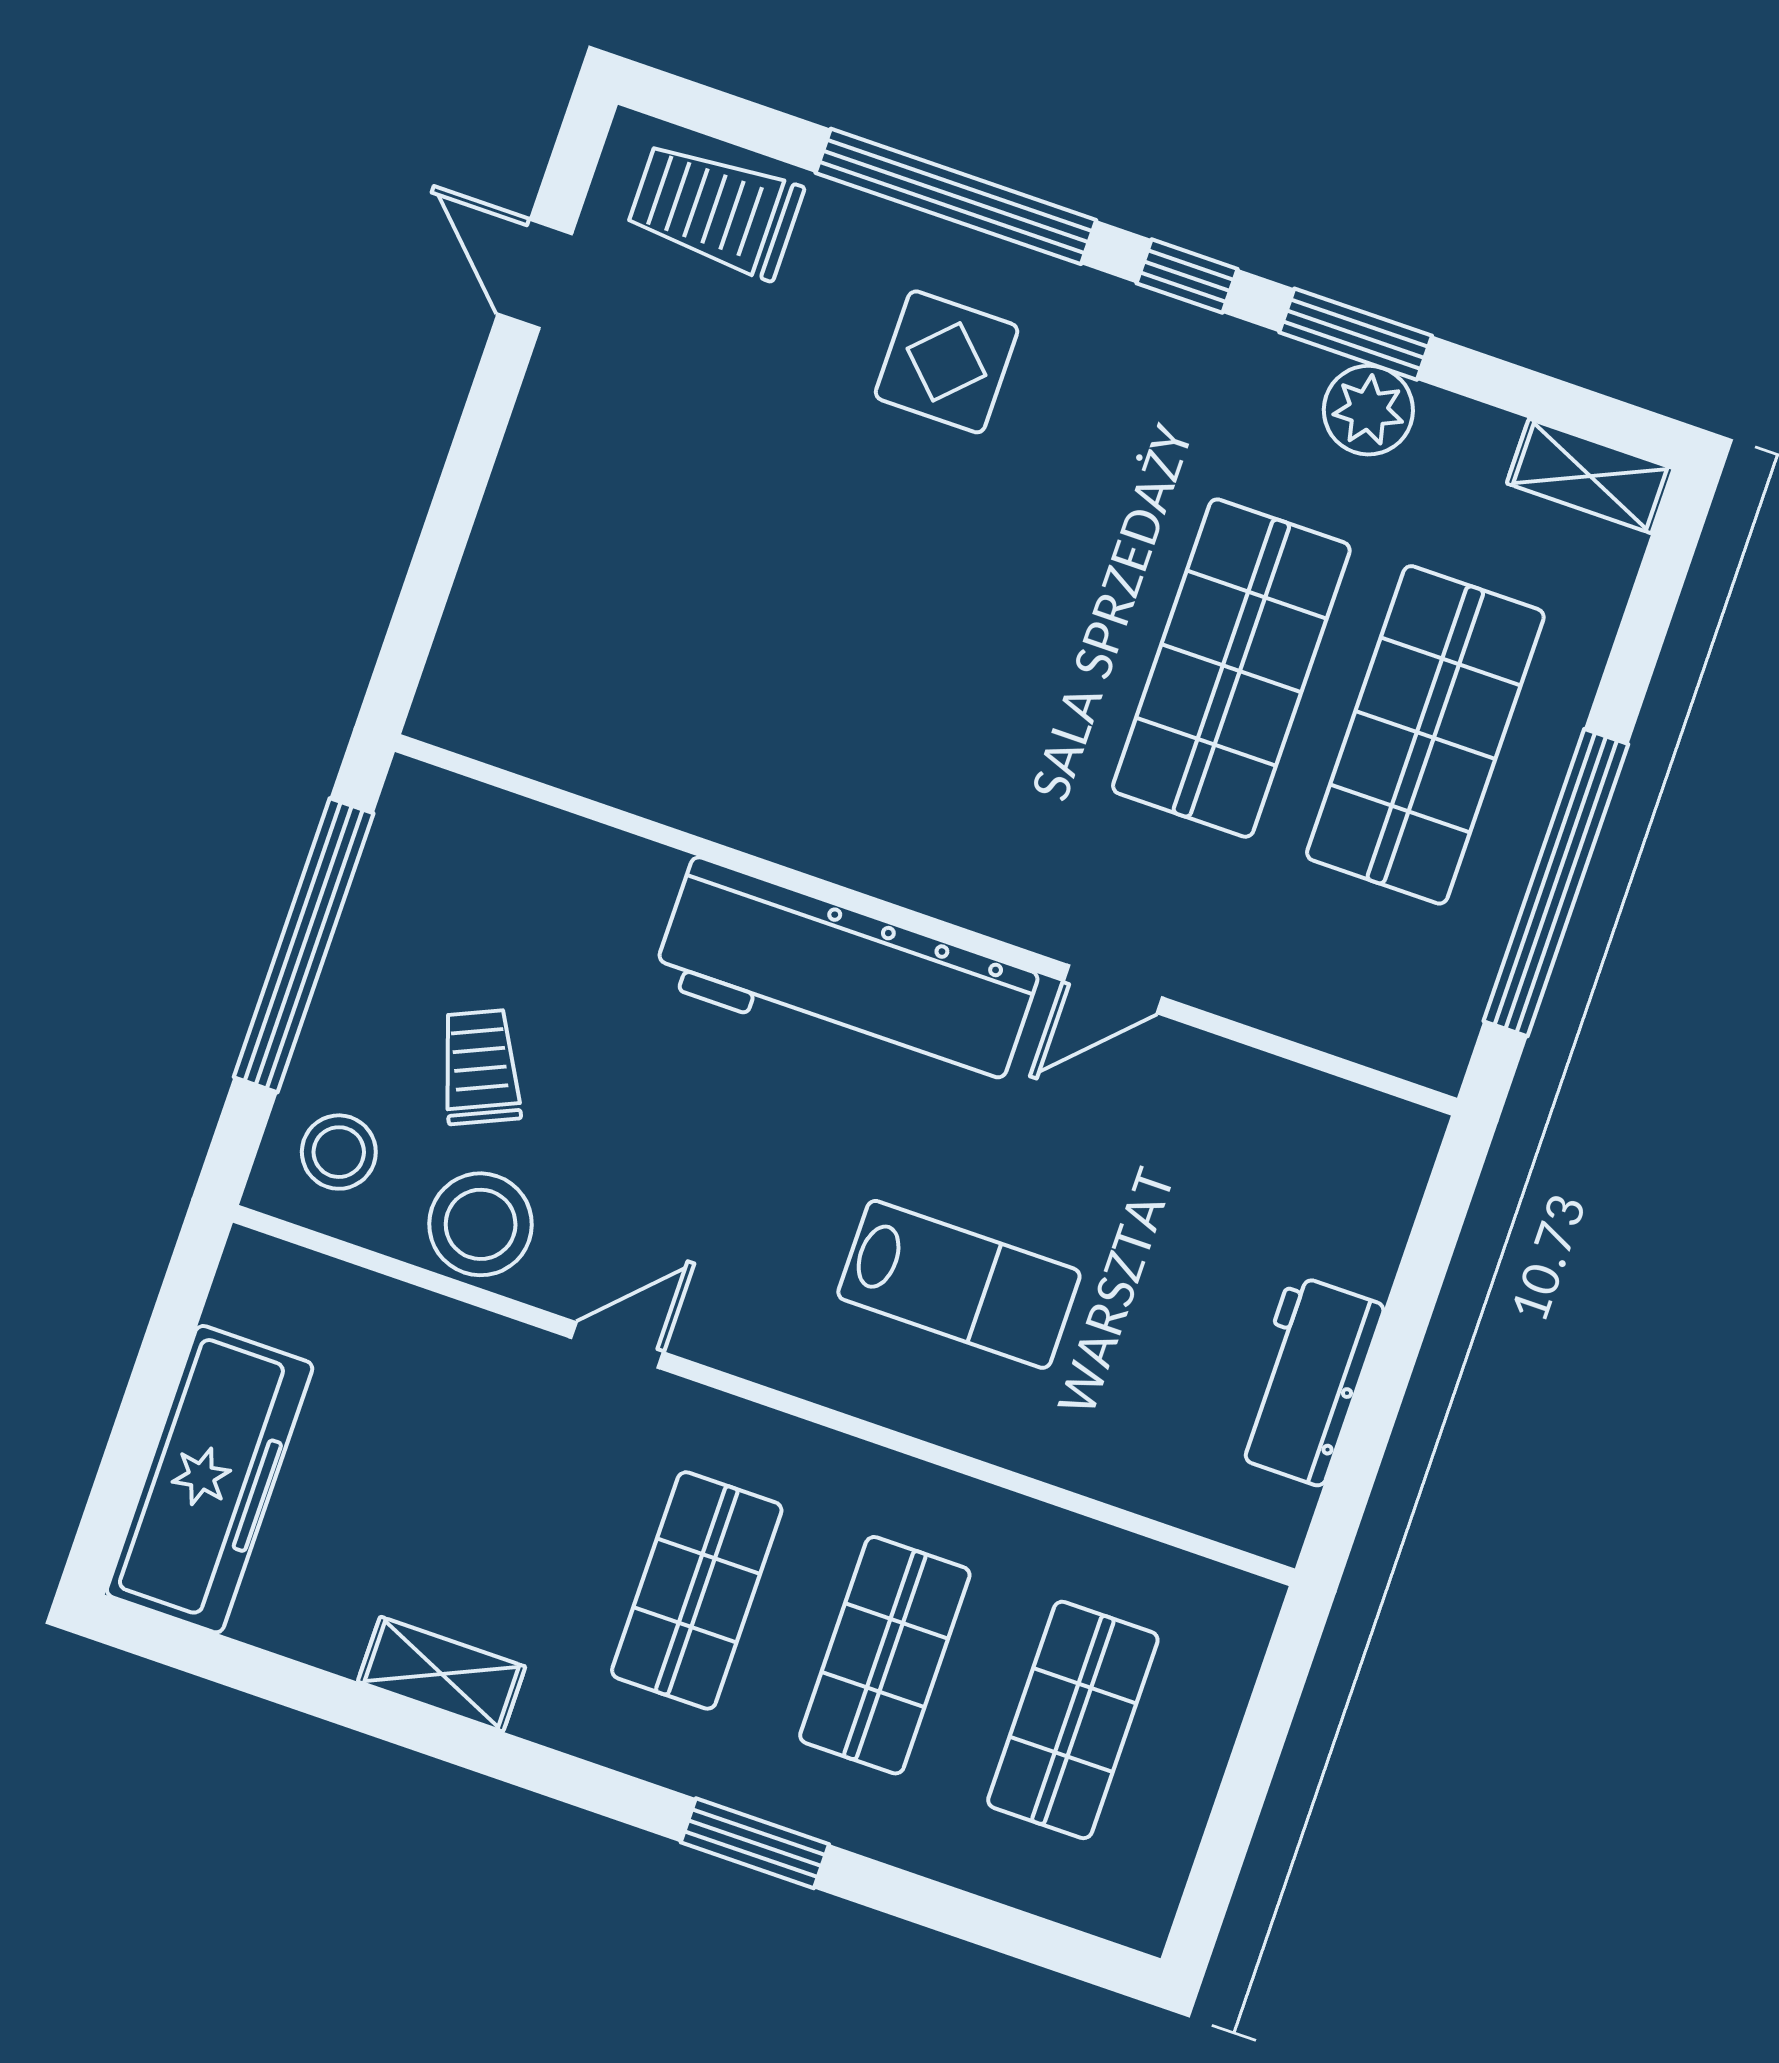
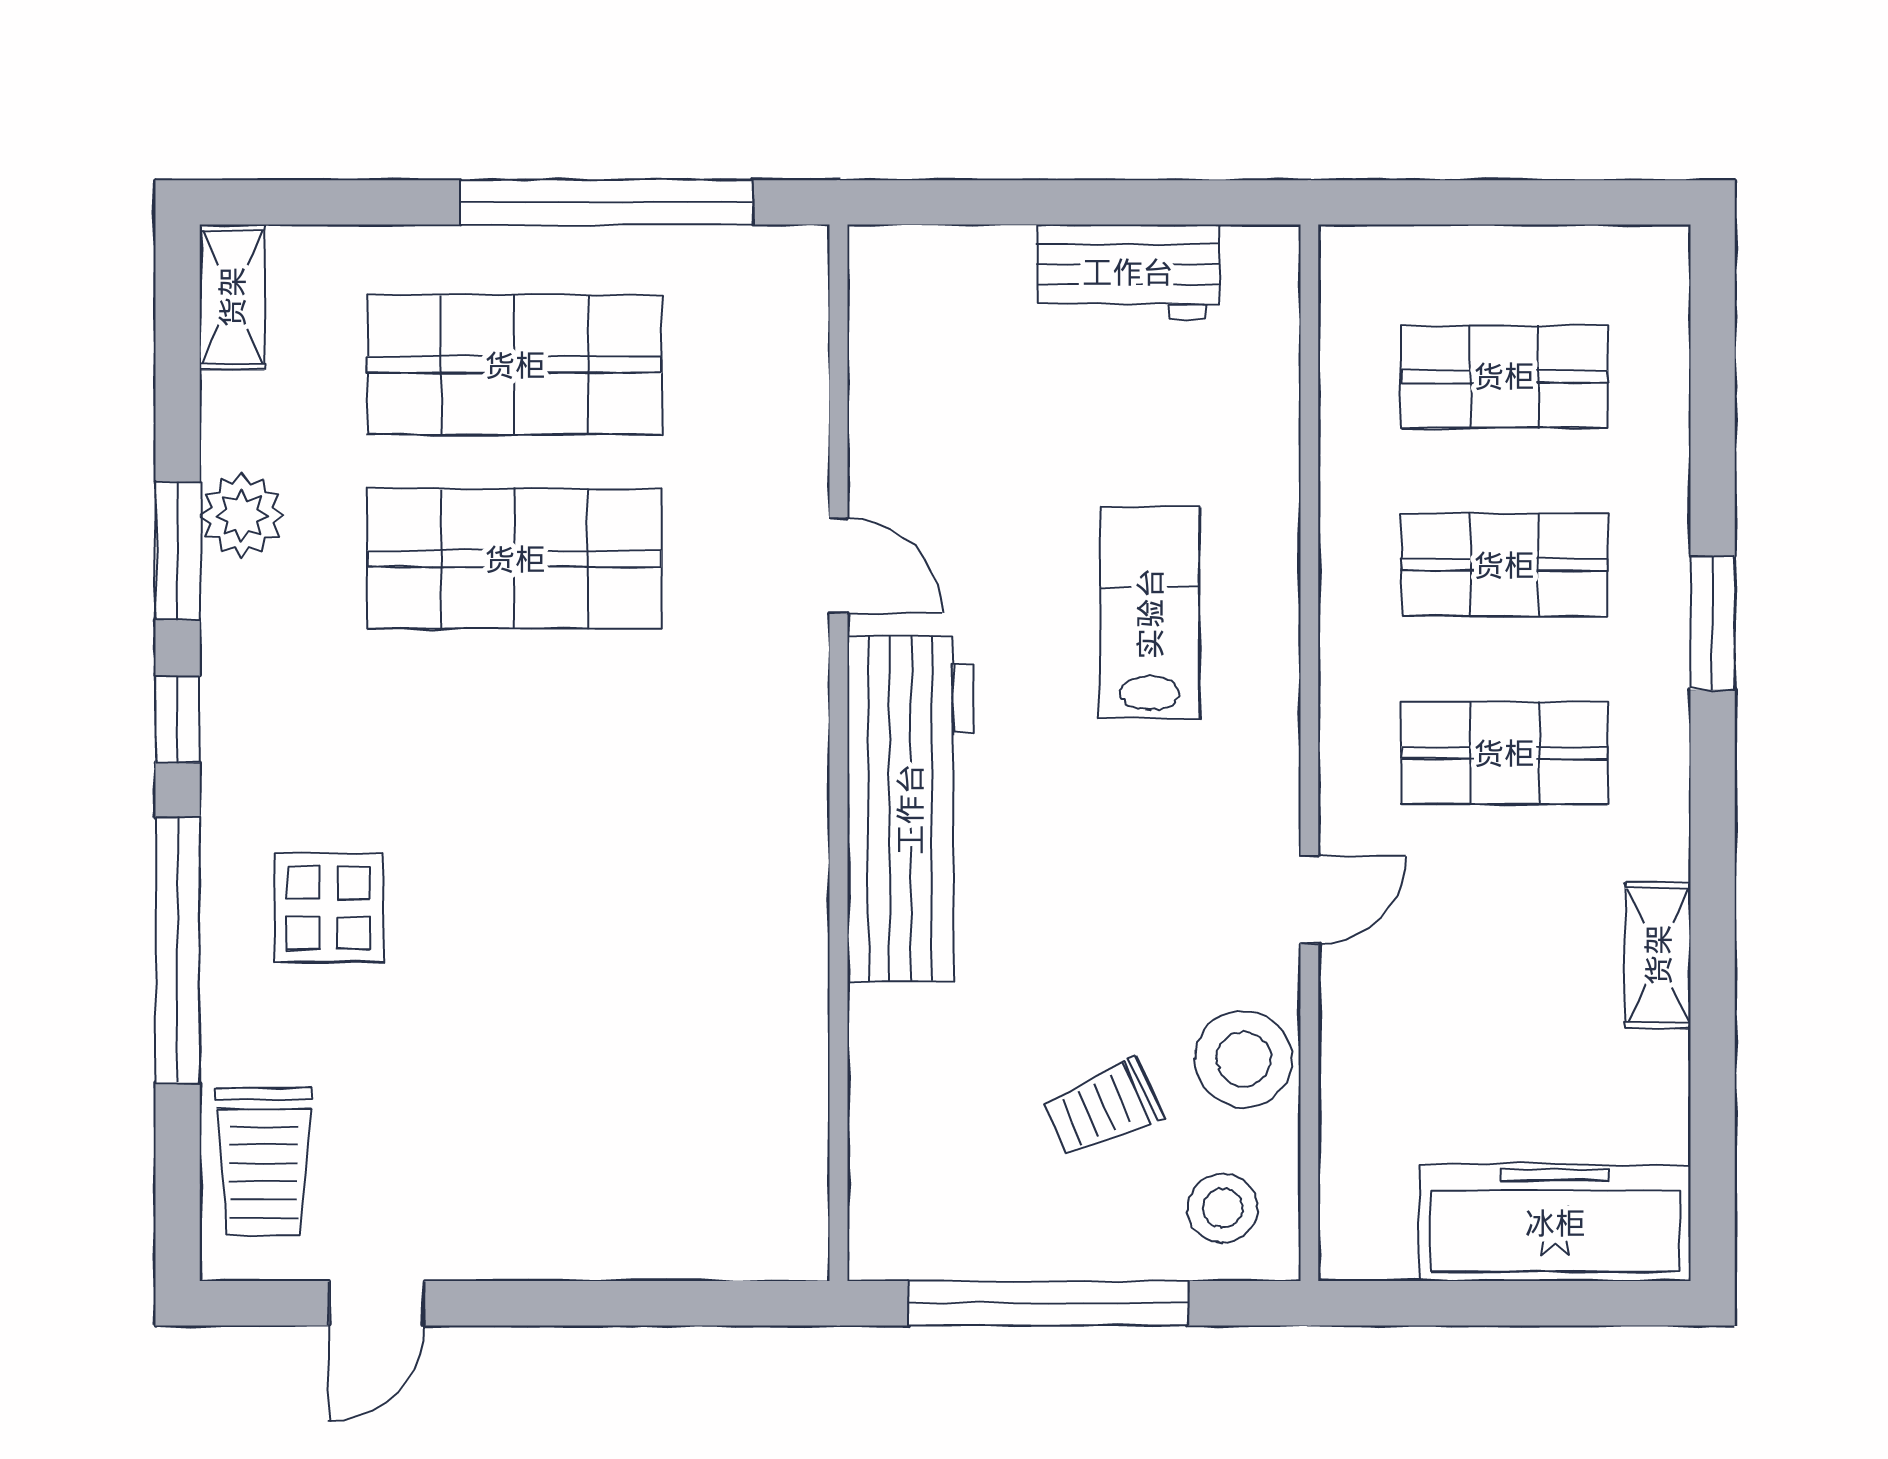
door: (617, 1345) -> (1309, 900), swing flipped

